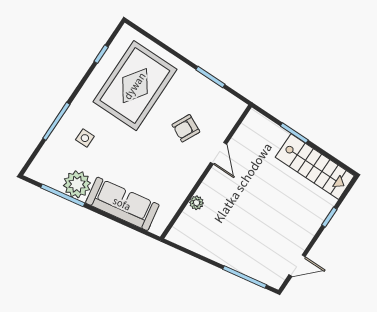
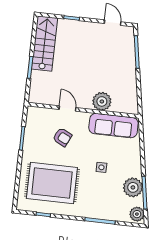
side table: (85, 138) -> (101, 167), moved
door: (218, 153) -> (67, 109), hinge flipped
plant: (41, 172) -> (137, 214), added
plant: (197, 203) -> (102, 101), width x1.88, depth x1.88
sofa: (122, 204) -> (113, 126), moved, turned -80

